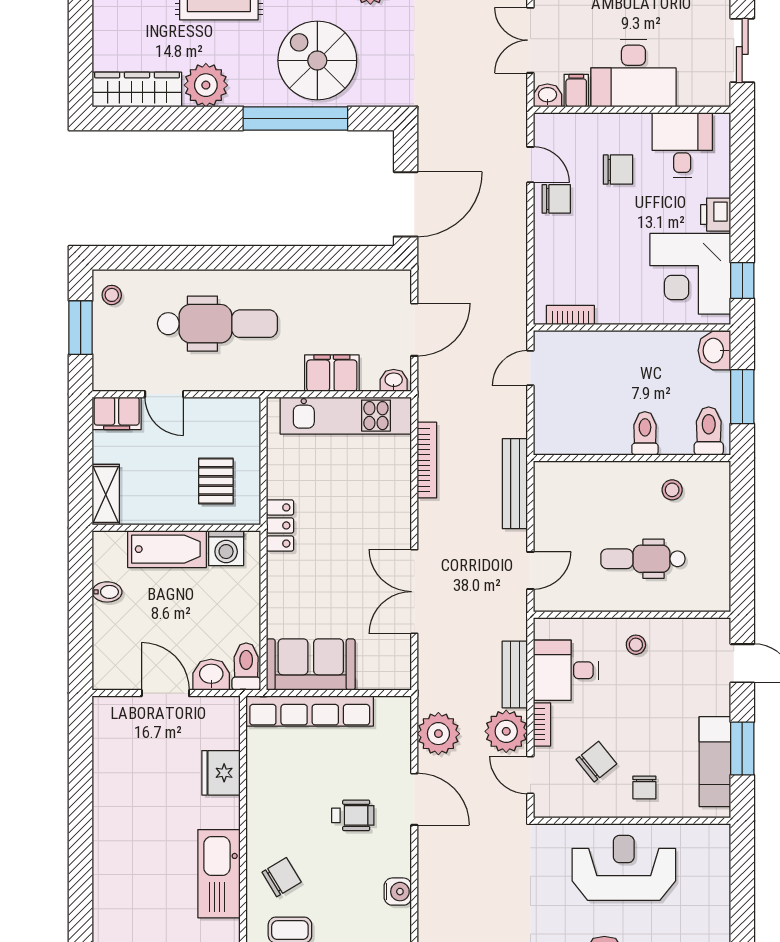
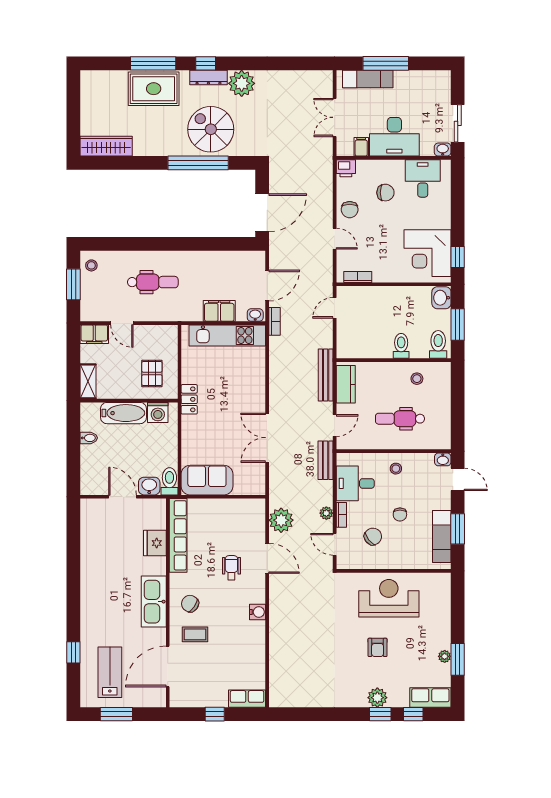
plant: (206, 85) -> (146, 144), removed
washbasin: (547, 95) -> (443, 150), moved
door: (530, 165) -> (335, 239), moved
chair: (556, 199) -> (350, 210), turned 90
printer: (716, 215) -> (346, 168), moved, turned -90
dental chair: (217, 324) -> (153, 282), width x0.73, depth x0.72
bookcase: (427, 460) -> (274, 321), moved, width x0.64
kitchen counter: (550, 500) -> (346, 384), added
washbasin: (717, 629) -> (443, 459), added
bench: (515, 674) -> (326, 460), moved
row of seats: (310, 711) -> (178, 535), moved, turned -90
plant: (506, 731) -> (326, 513), width x0.53, depth x0.53
chair: (644, 788) -> (400, 514), moved
wheelchair: (353, 815) -> (231, 568), turned -90
chair: (282, 877) -> (190, 604), turned -114

